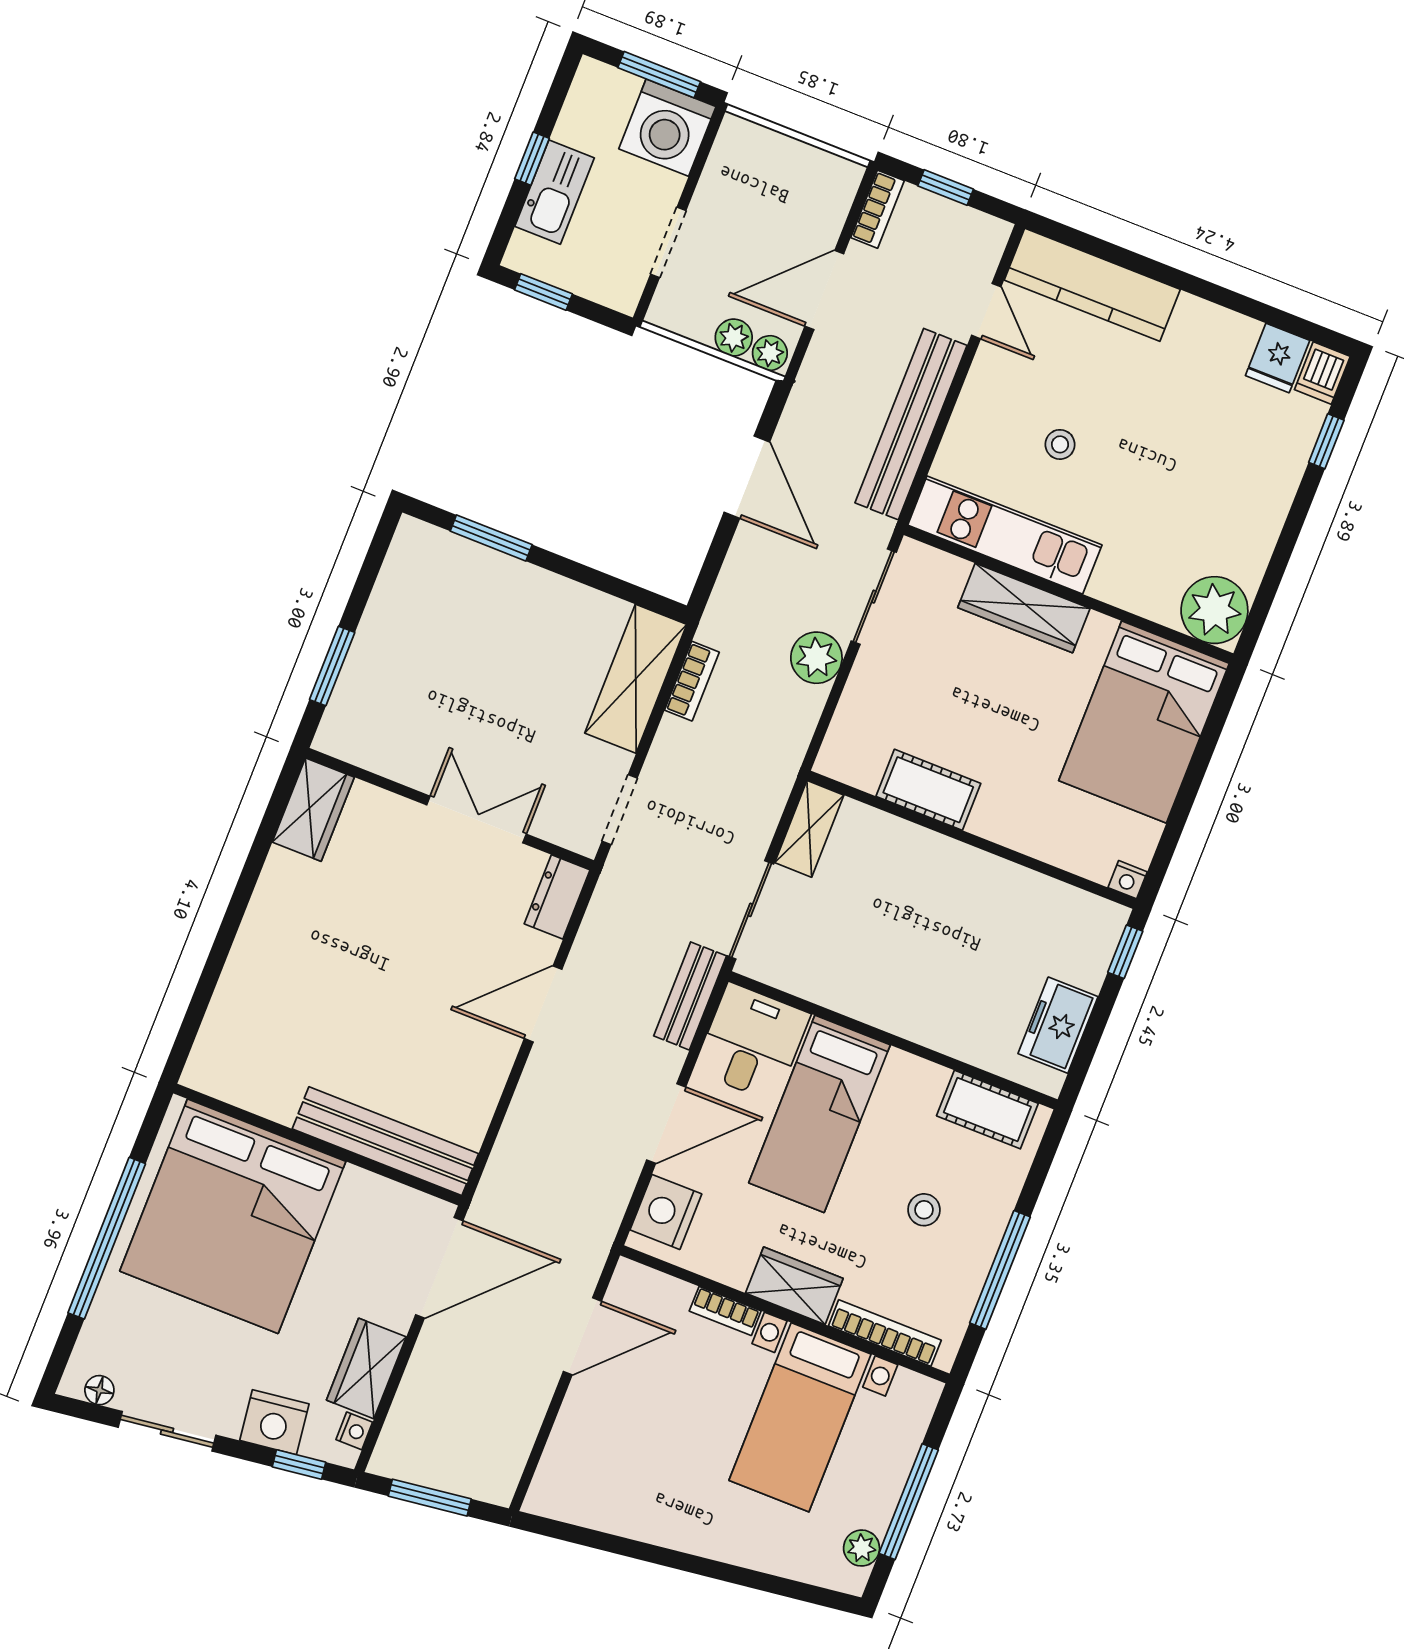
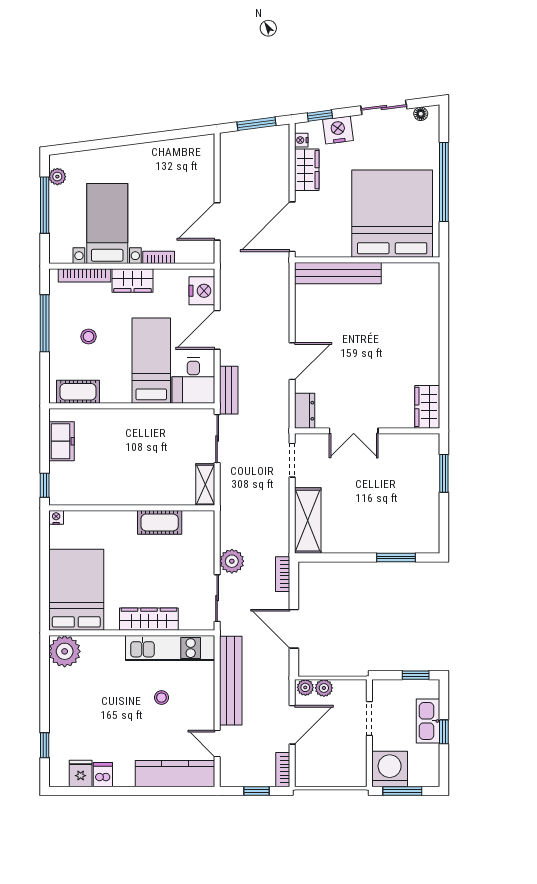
dishwasher: (1322, 373) -> (103, 775), moved
bookcase: (692, 681) -> (283, 574), moved

